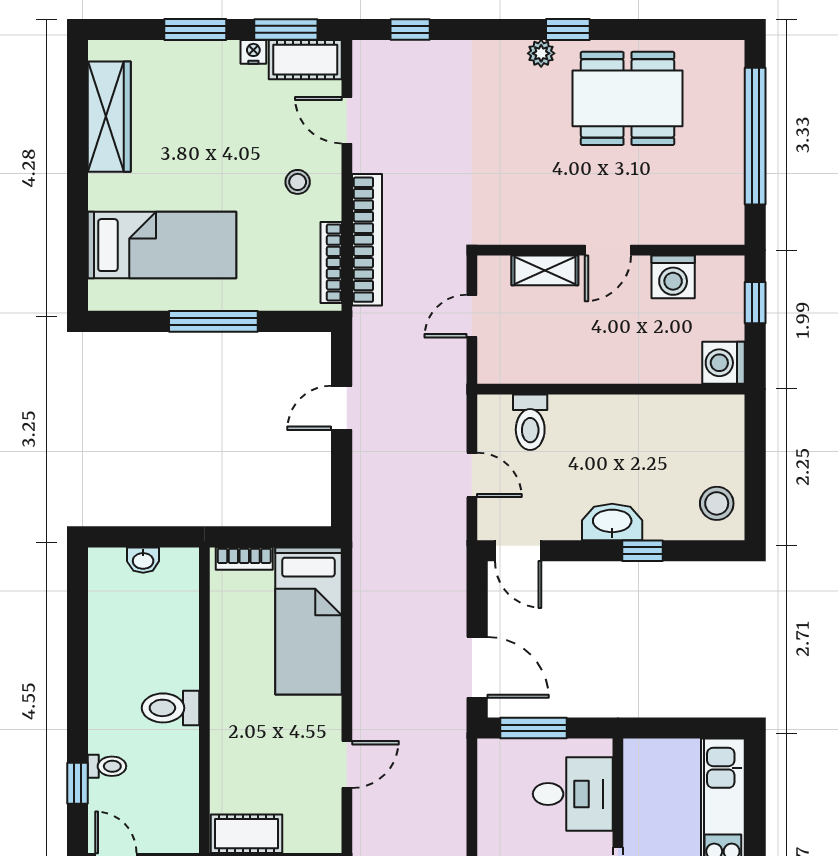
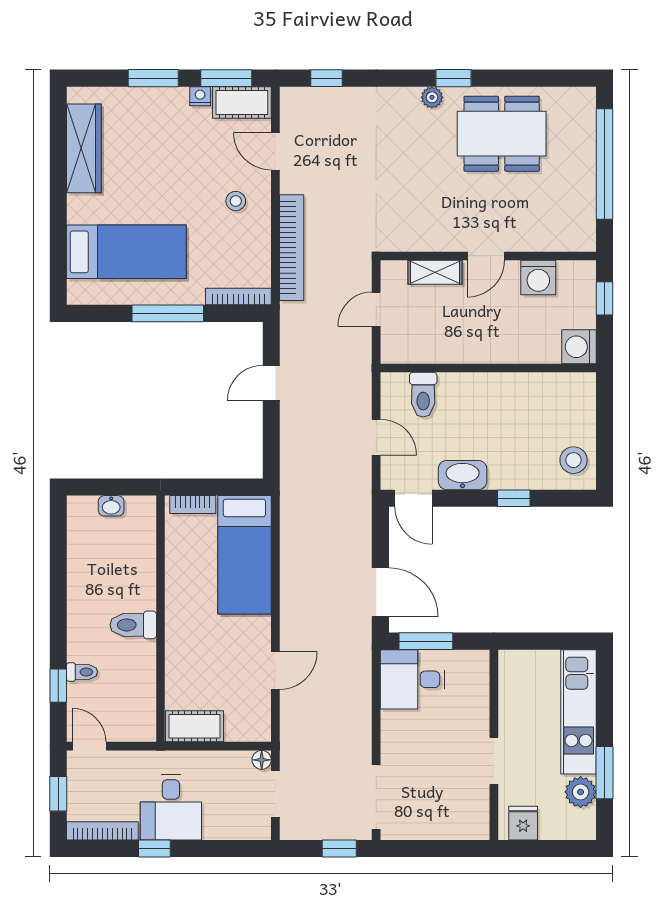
bookcase: (331, 263) -> (238, 297), moved, turned 90
washbasin: (612, 522) -> (463, 475), moved
desk: (573, 794) -> (413, 679), moved, turned 180

